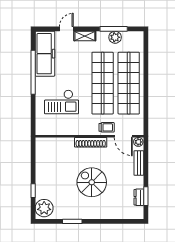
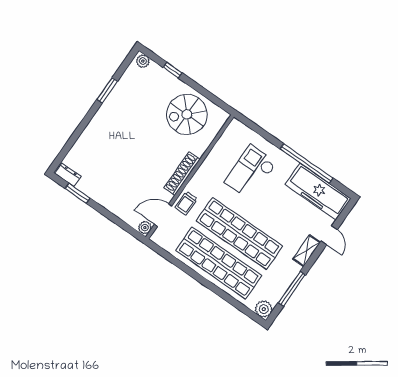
plant: (115, 37) -> (264, 309), moved
bench: (139, 163) -> (121, 212), removed
spiral stairs: (92, 182) -> (187, 114), moved, turned 180
dresser: (139, 197) -> (68, 175), moved
plant: (44, 208) -> (143, 61), width x0.53, depth x0.53

